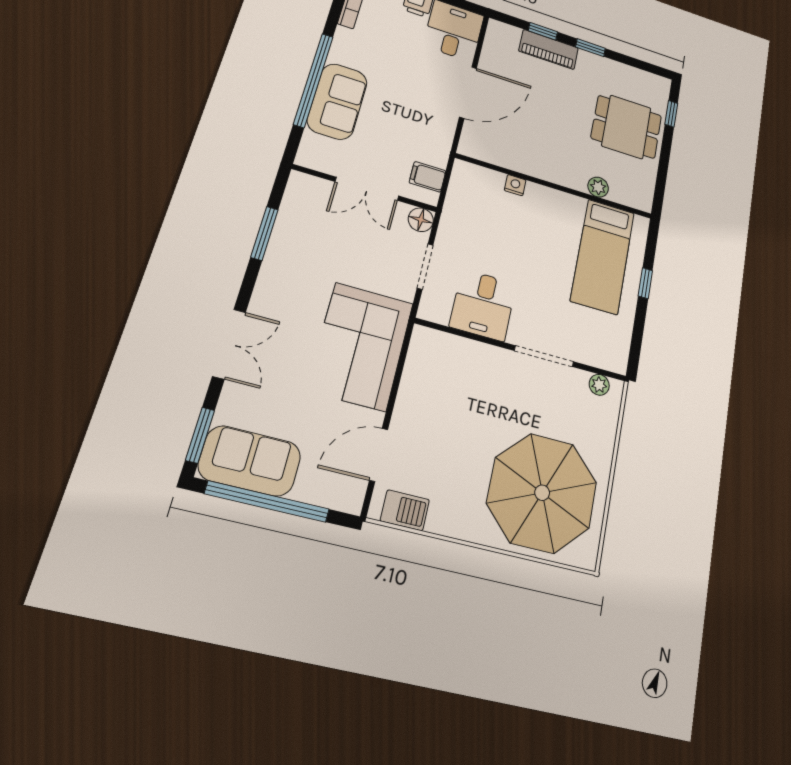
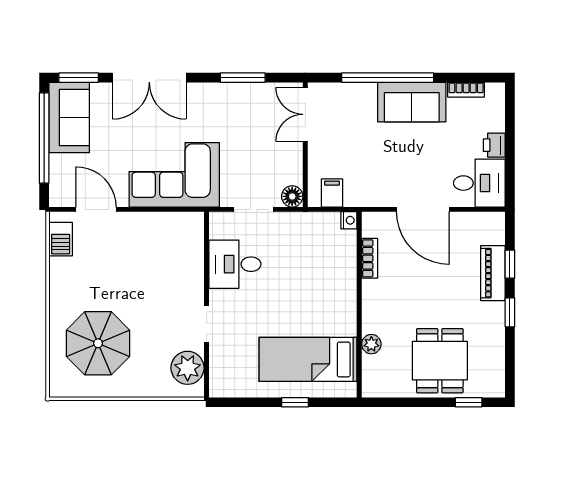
sofa: (337, 101) -> (412, 102), moved
bookcase: (508, 161) -> (370, 258), added
nightstand: (515, 185) -> (349, 220), moved
double door: (367, 189) -> (305, 114), moved
double door: (229, 344) -> (149, 78), width x1.37
doorway: (544, 356) -> (206, 324), width x0.73
plant: (599, 385) -> (188, 368), width x1.88, depth x1.88
parasol: (542, 493) -> (98, 343), width x0.73, depth x0.73

